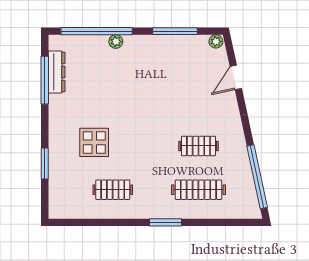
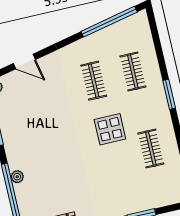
display table: (94, 142) -> (110, 129), moved
clothes rail: (198, 190) -> (133, 72), width x0.73

